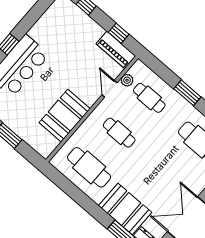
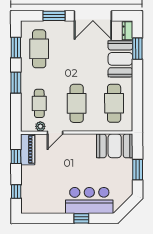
booth: (65, 116) -> (115, 146), moved
cafe table: (119, 133) -> (77, 103), width x1.37, depth x1.35

